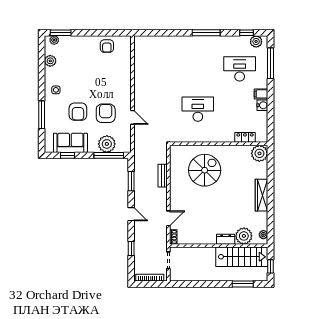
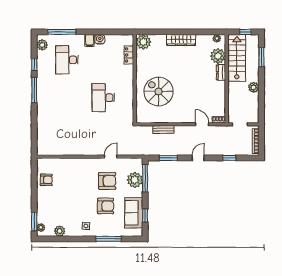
window: (247, 33) -> (34, 65), moved
armchair: (106, 113) -> (107, 181), turned 180
plant: (209, 275) -> (254, 87), added

